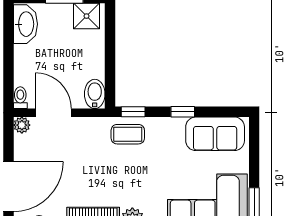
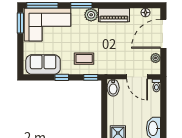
plant: (22, 125) -> (156, 58), moved
coffee table: (128, 134) -> (84, 59), moved

